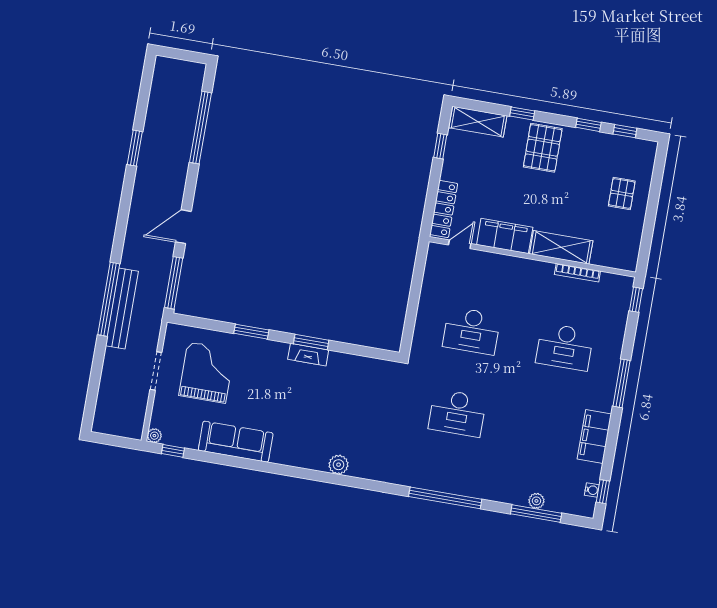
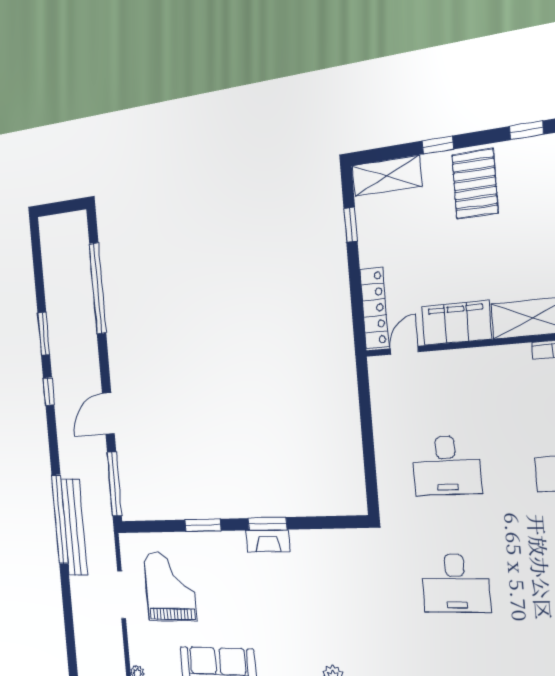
window: (127, 195) -> (49, 391), added

